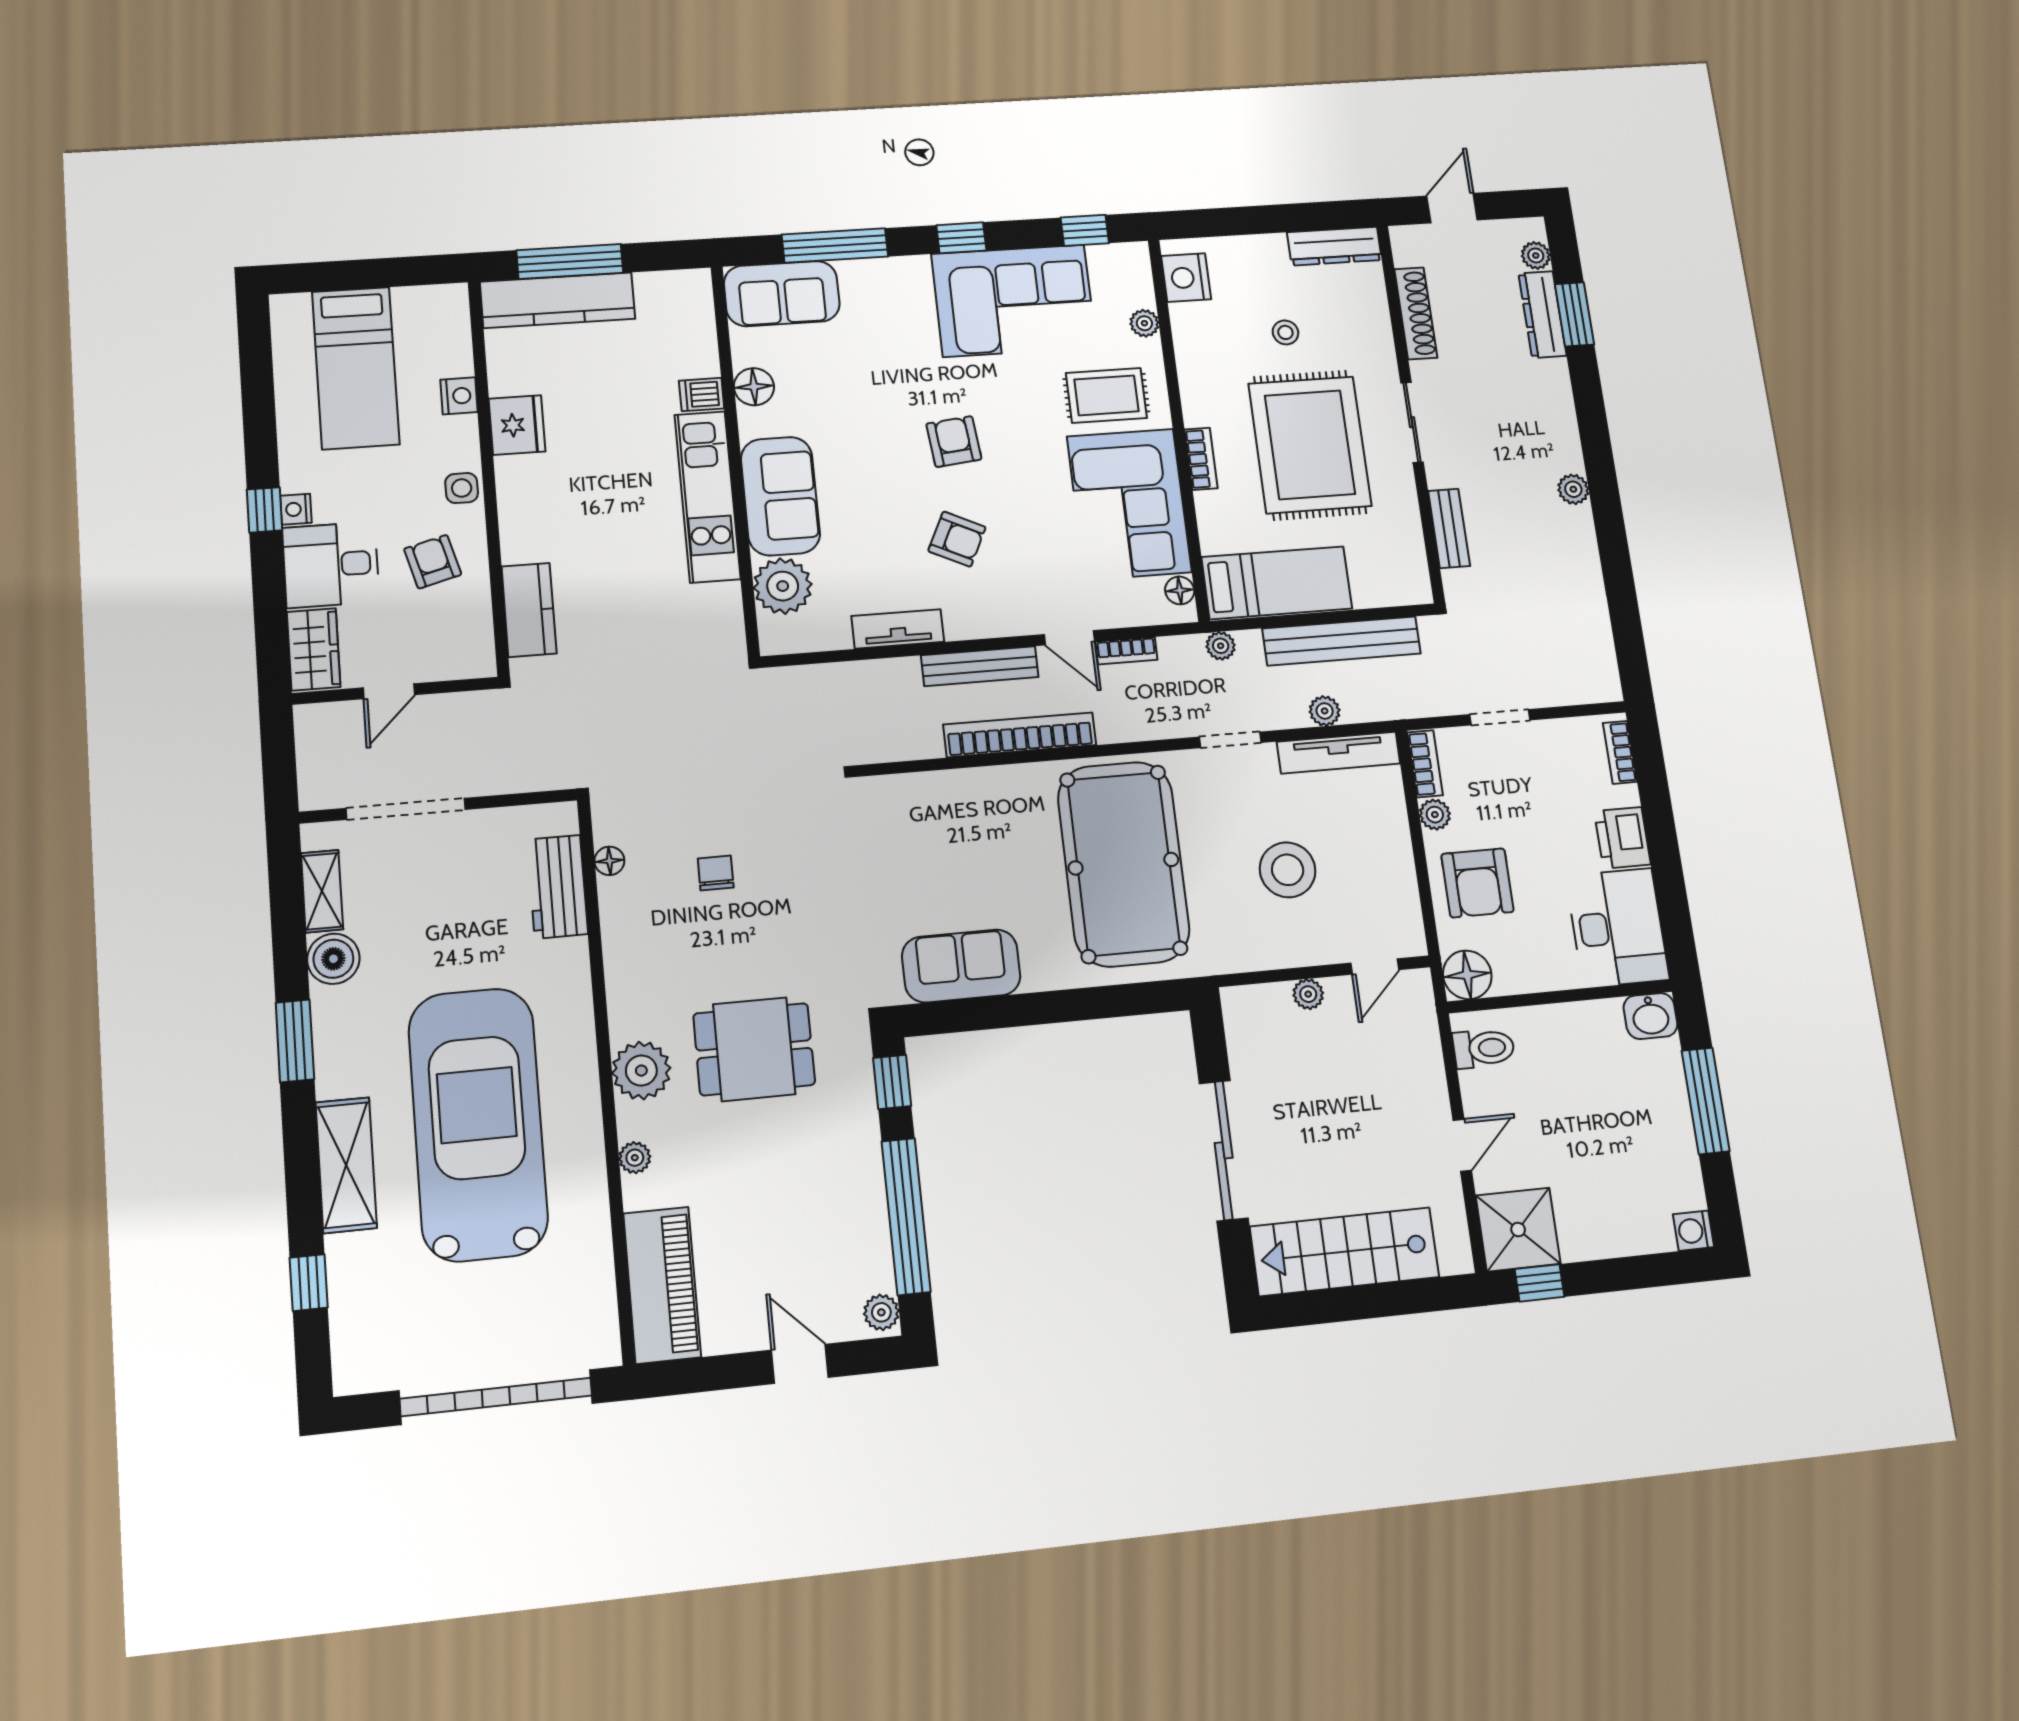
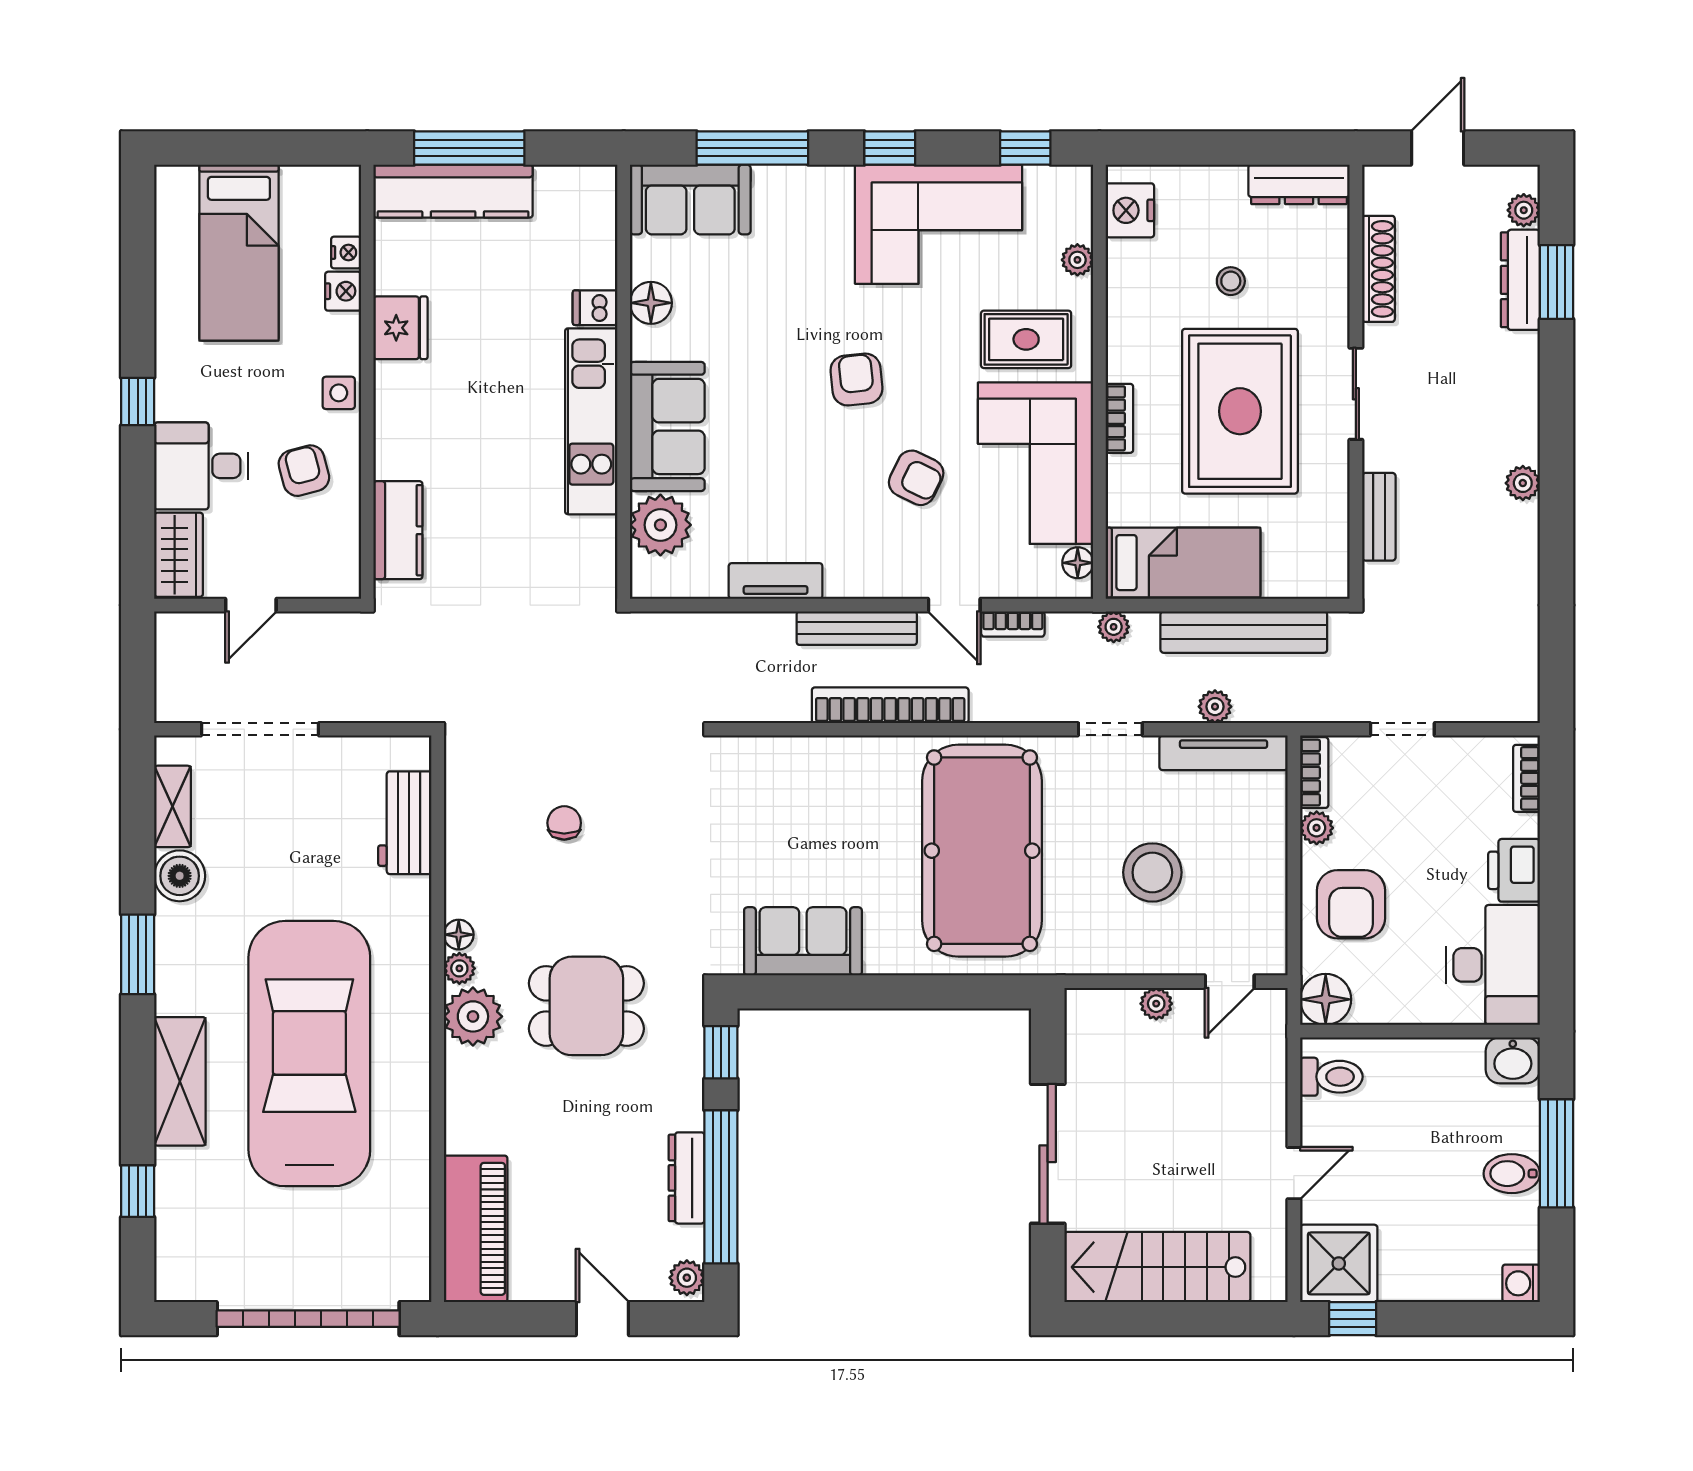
nightstand: (296, 509) -> (346, 252), moved, turned 180
armchair: (957, 539) -> (916, 478), moved
floor lamp: (609, 861) -> (459, 935), moved
bidet: (1667, 1125) -> (1512, 1174), added
plant: (635, 1158) -> (459, 968), moved
dresser: (871, 1211) -> (687, 1178), added

